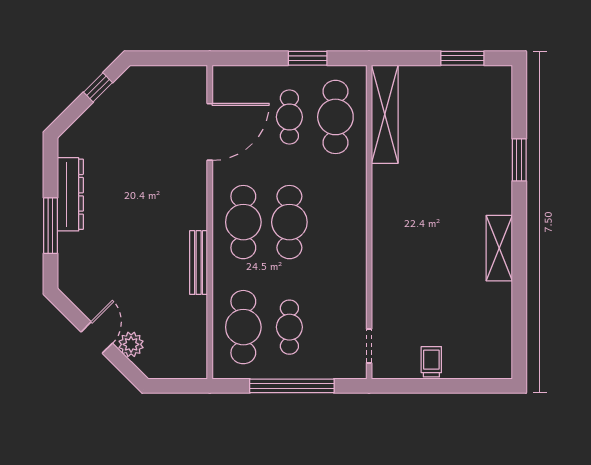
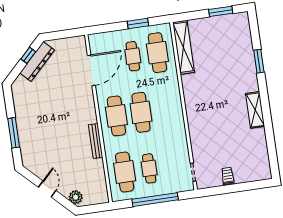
dresser: (70, 194) -> (37, 62), moved, turned 45
plant: (131, 344) -> (76, 197), moved

